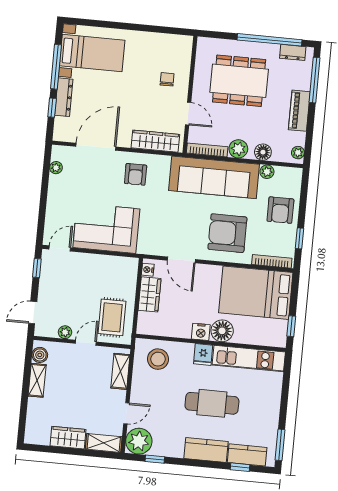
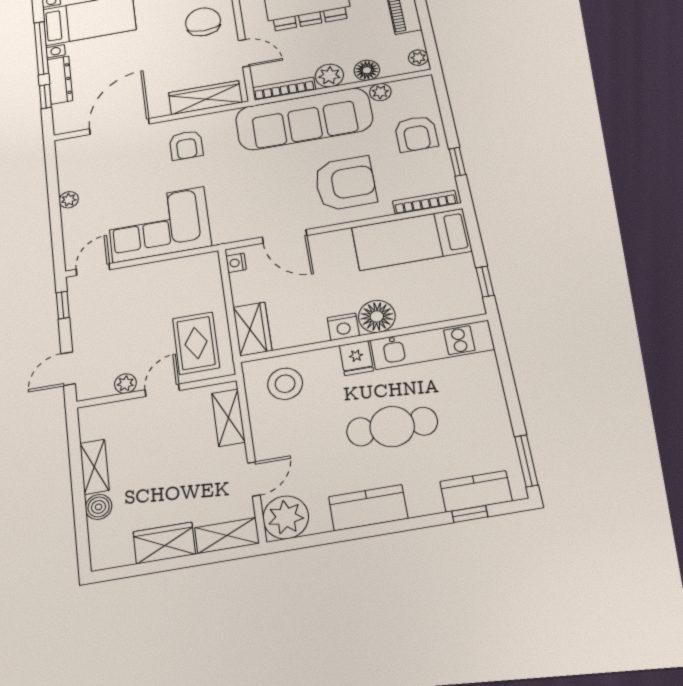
chair: (167, 79) -> (203, 22), width x1.87, depth x1.87
plant: (56, 168) -> (69, 200), moved
armchair: (227, 233) -> (345, 183), turned 180
bed: (256, 293) -> (412, 239), width x0.67
wardrobe: (150, 294) -> (252, 329), moved
boiler: (40, 355) -> (99, 507), moved
kitchen counter: (206, 450) -> (368, 508), moved
window: (155, 459) -> (320, 539), removed

